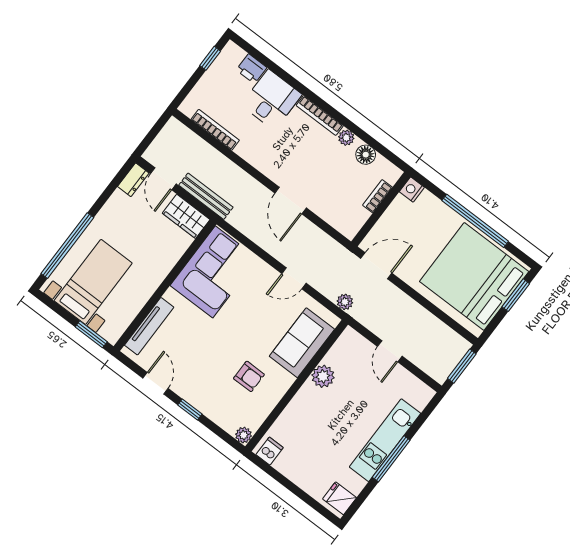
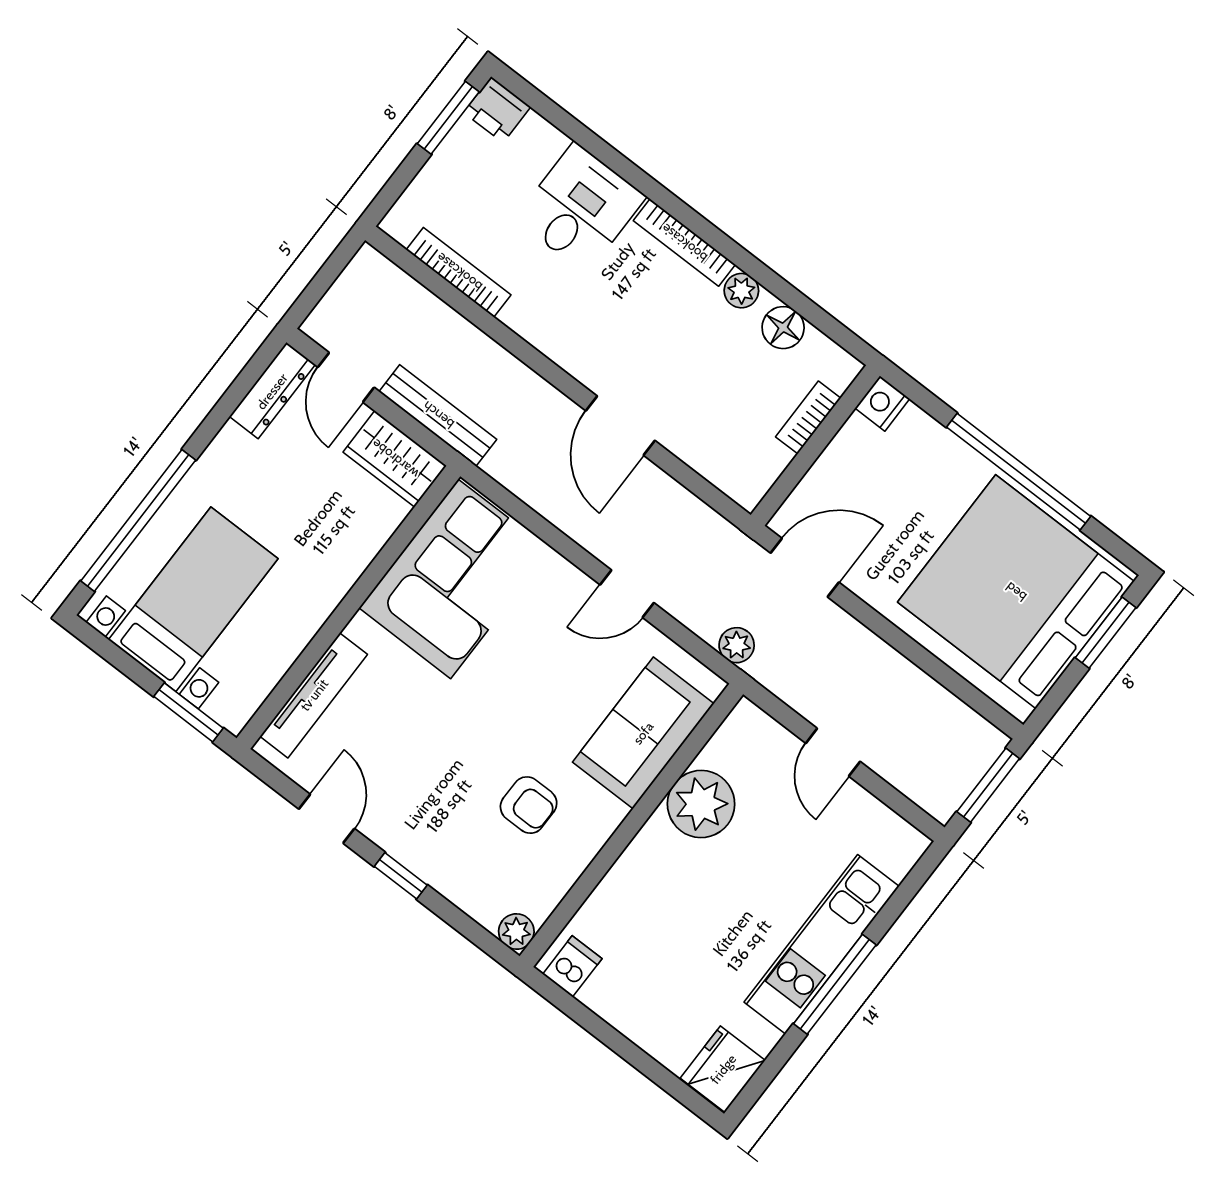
window: (210, 58) -> (448, 118), width x1.50
printer: (251, 69) -> (497, 110), moved
dresser: (133, 180) -> (272, 391), width x1.44
plant: (323, 376) -> (701, 804), width x1.36, depth x1.36
fridge: (340, 498) -> (723, 1069), width x1.38

